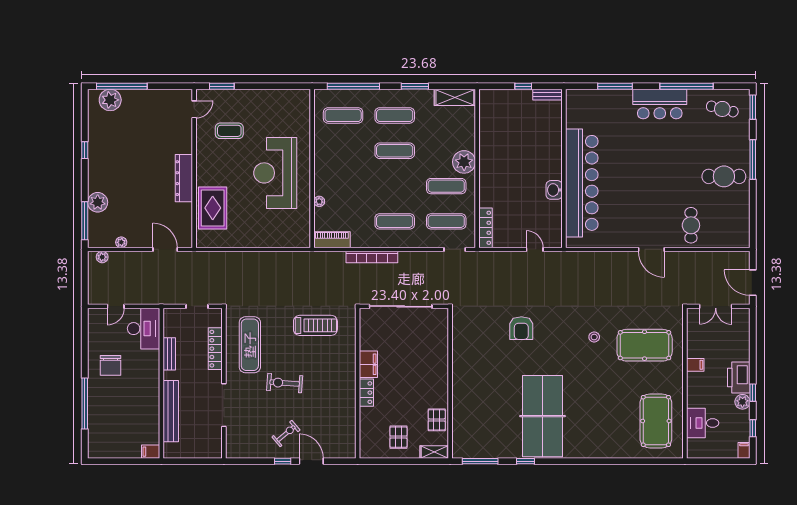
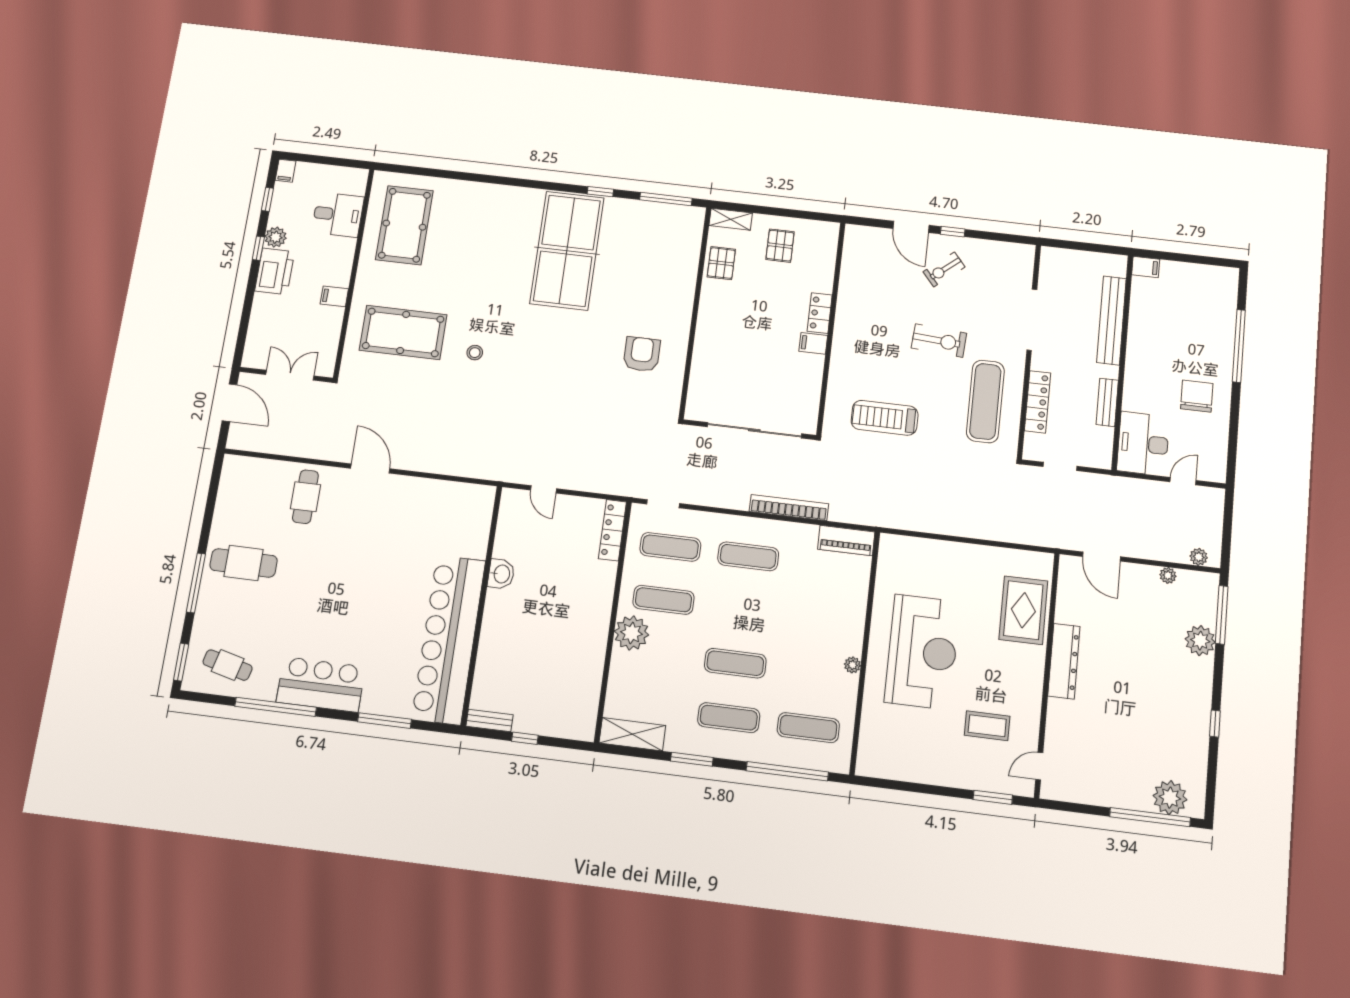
bar counter: (582, 183) -> (449, 639), moved
plant: (319, 201) -> (852, 665), moved
armchair: (521, 328) -> (642, 354), moved
filing cabinet: (368, 364) -> (813, 343), width x0.50

